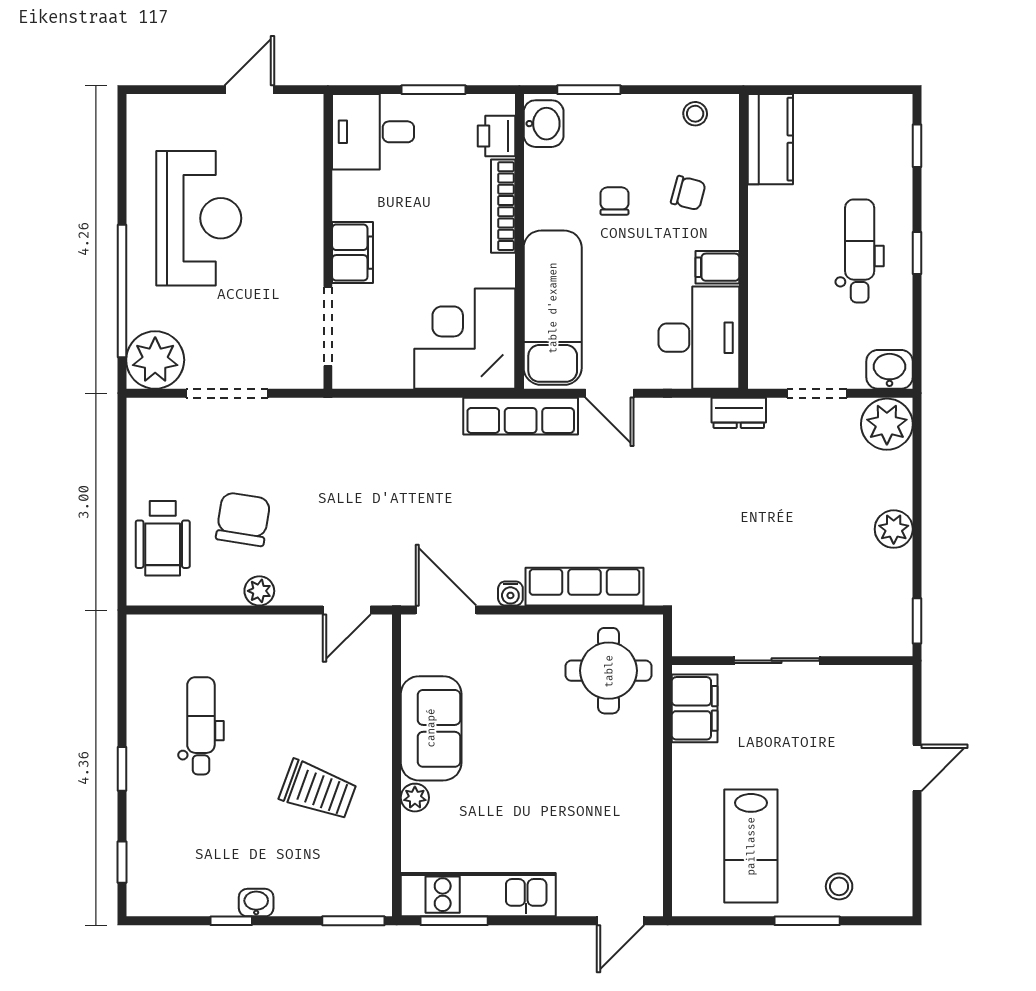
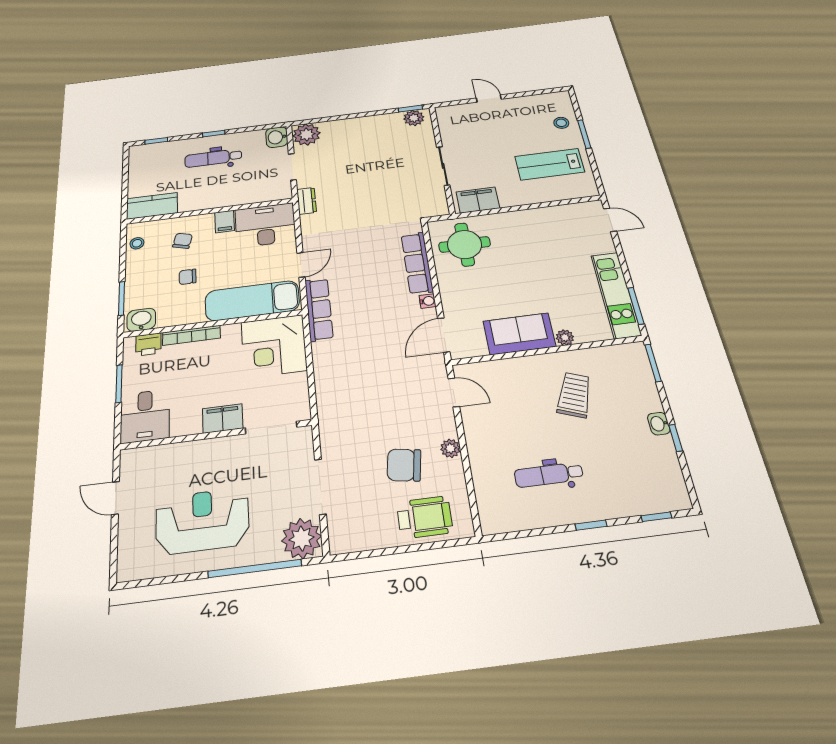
plant: (894, 529) -> (414, 118), moved
lab bench: (751, 846) -> (550, 164), turned 180

